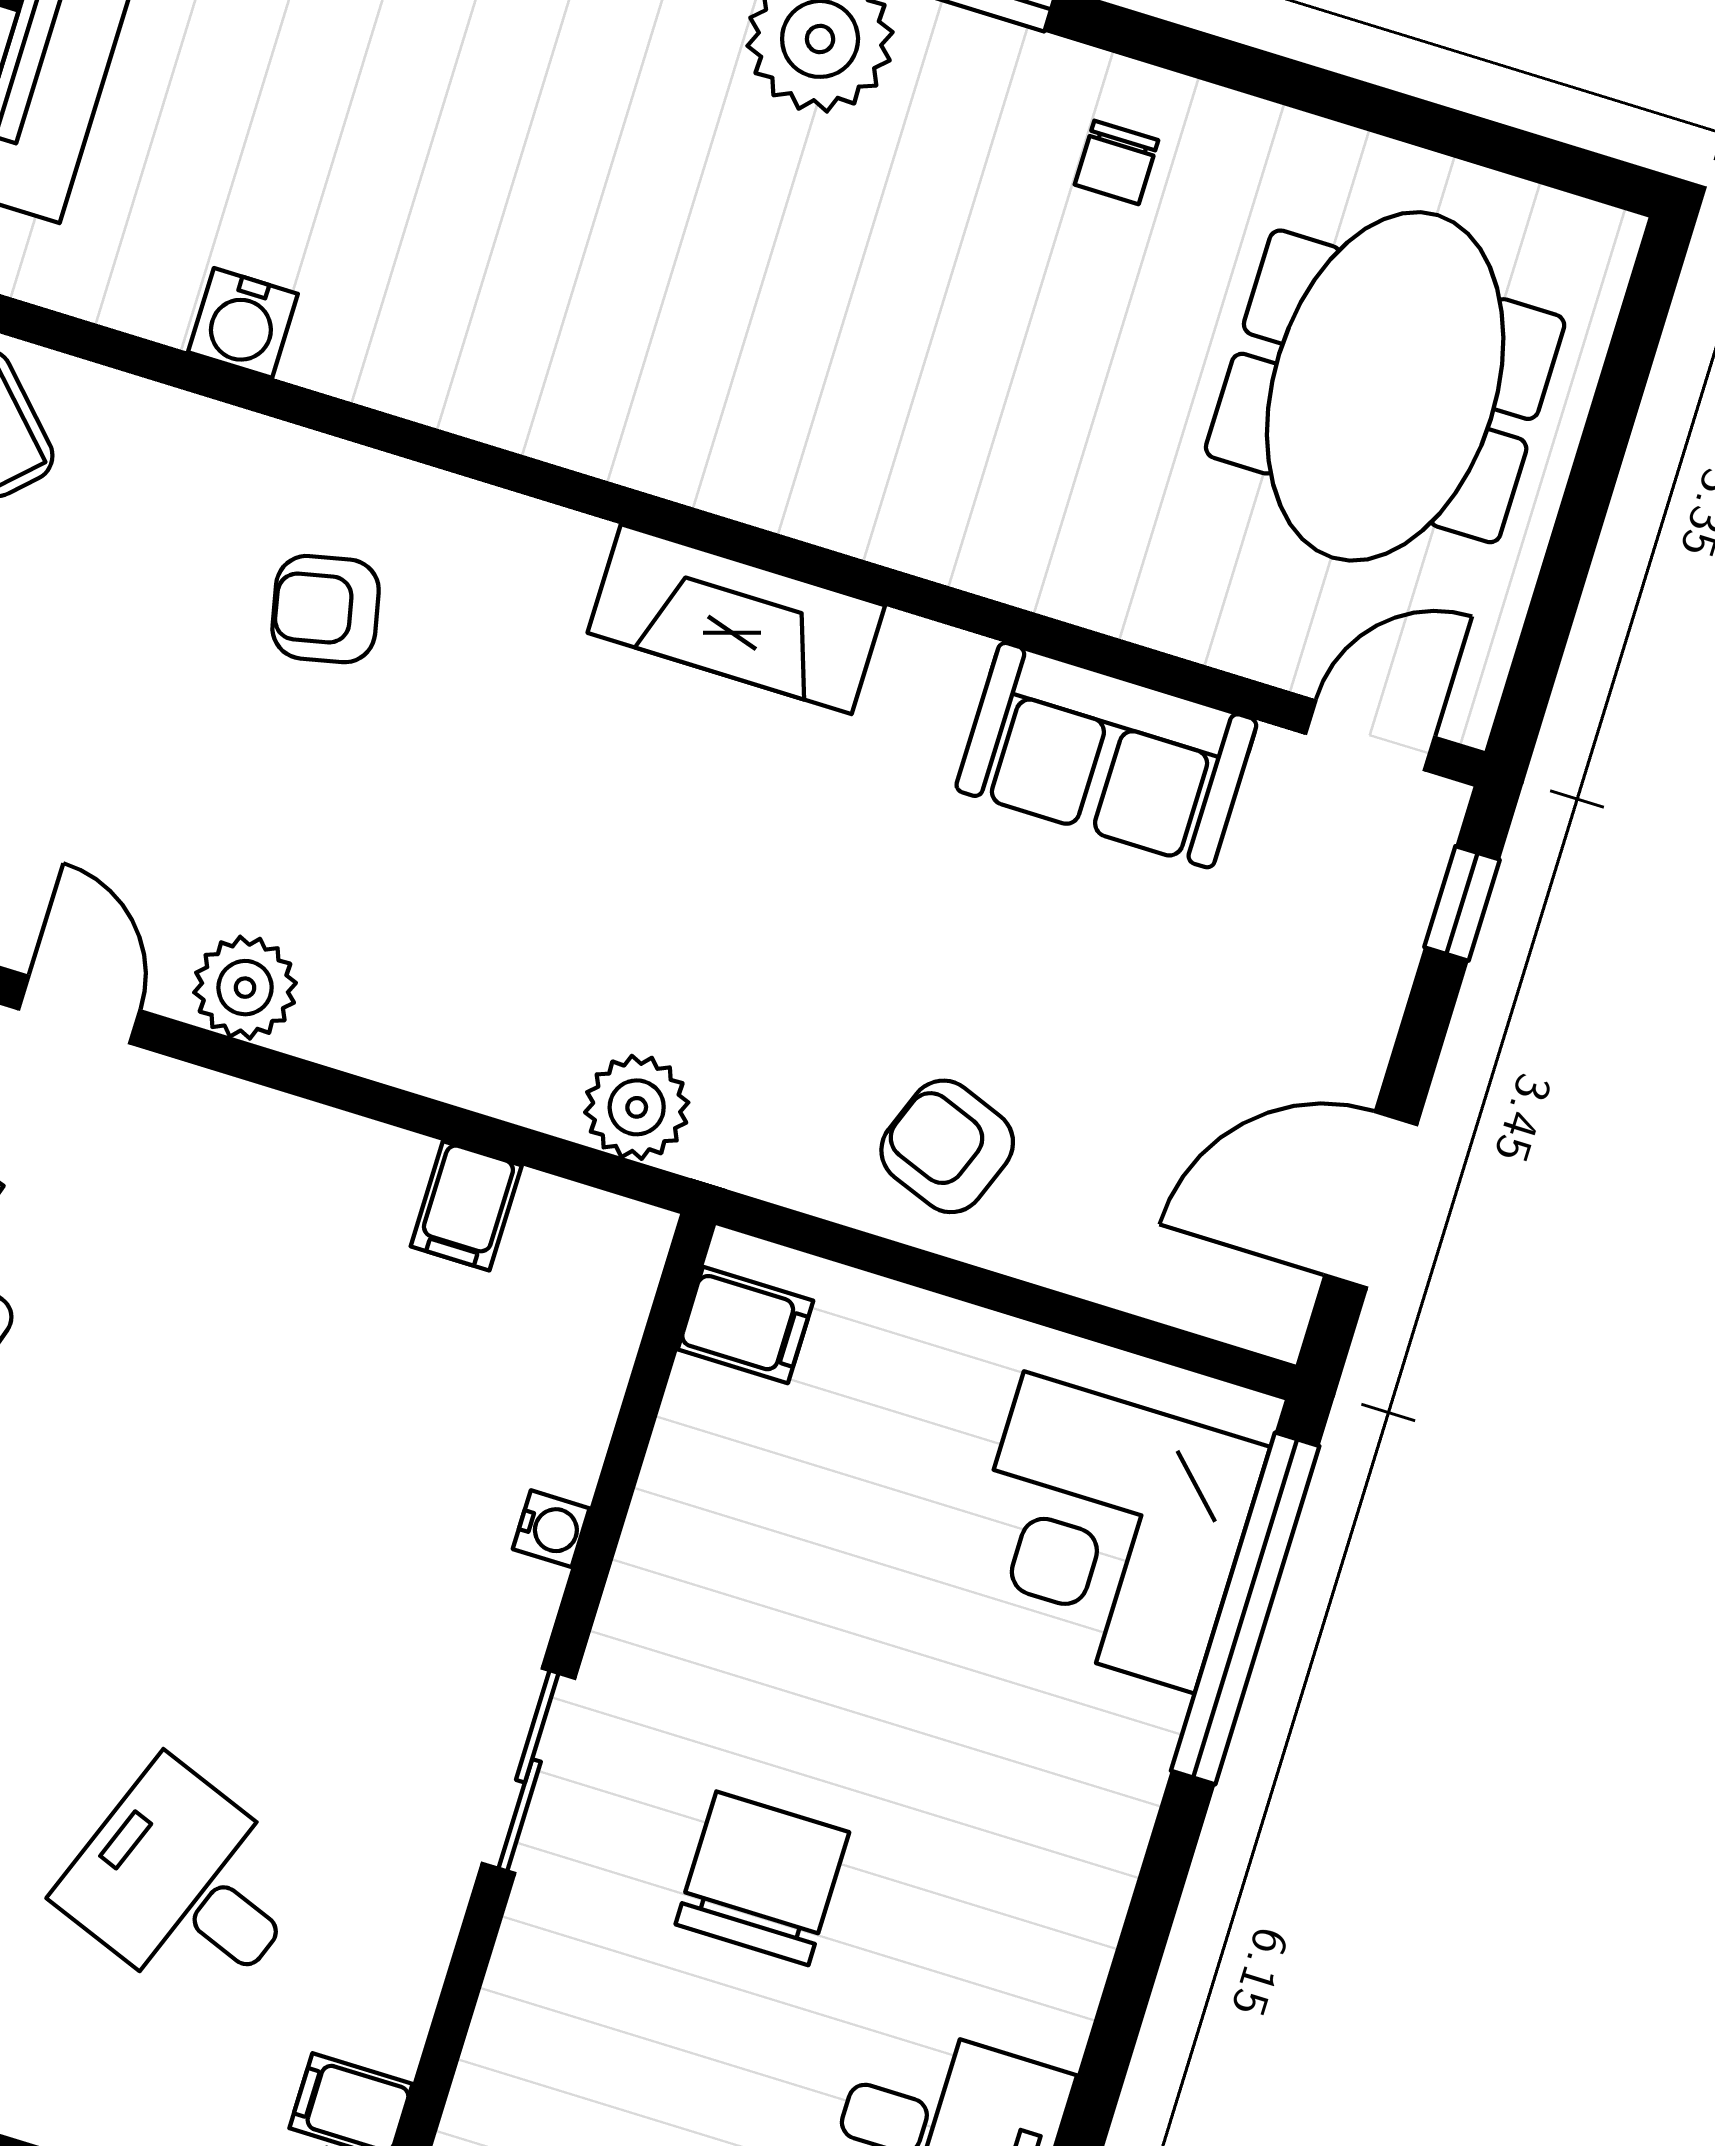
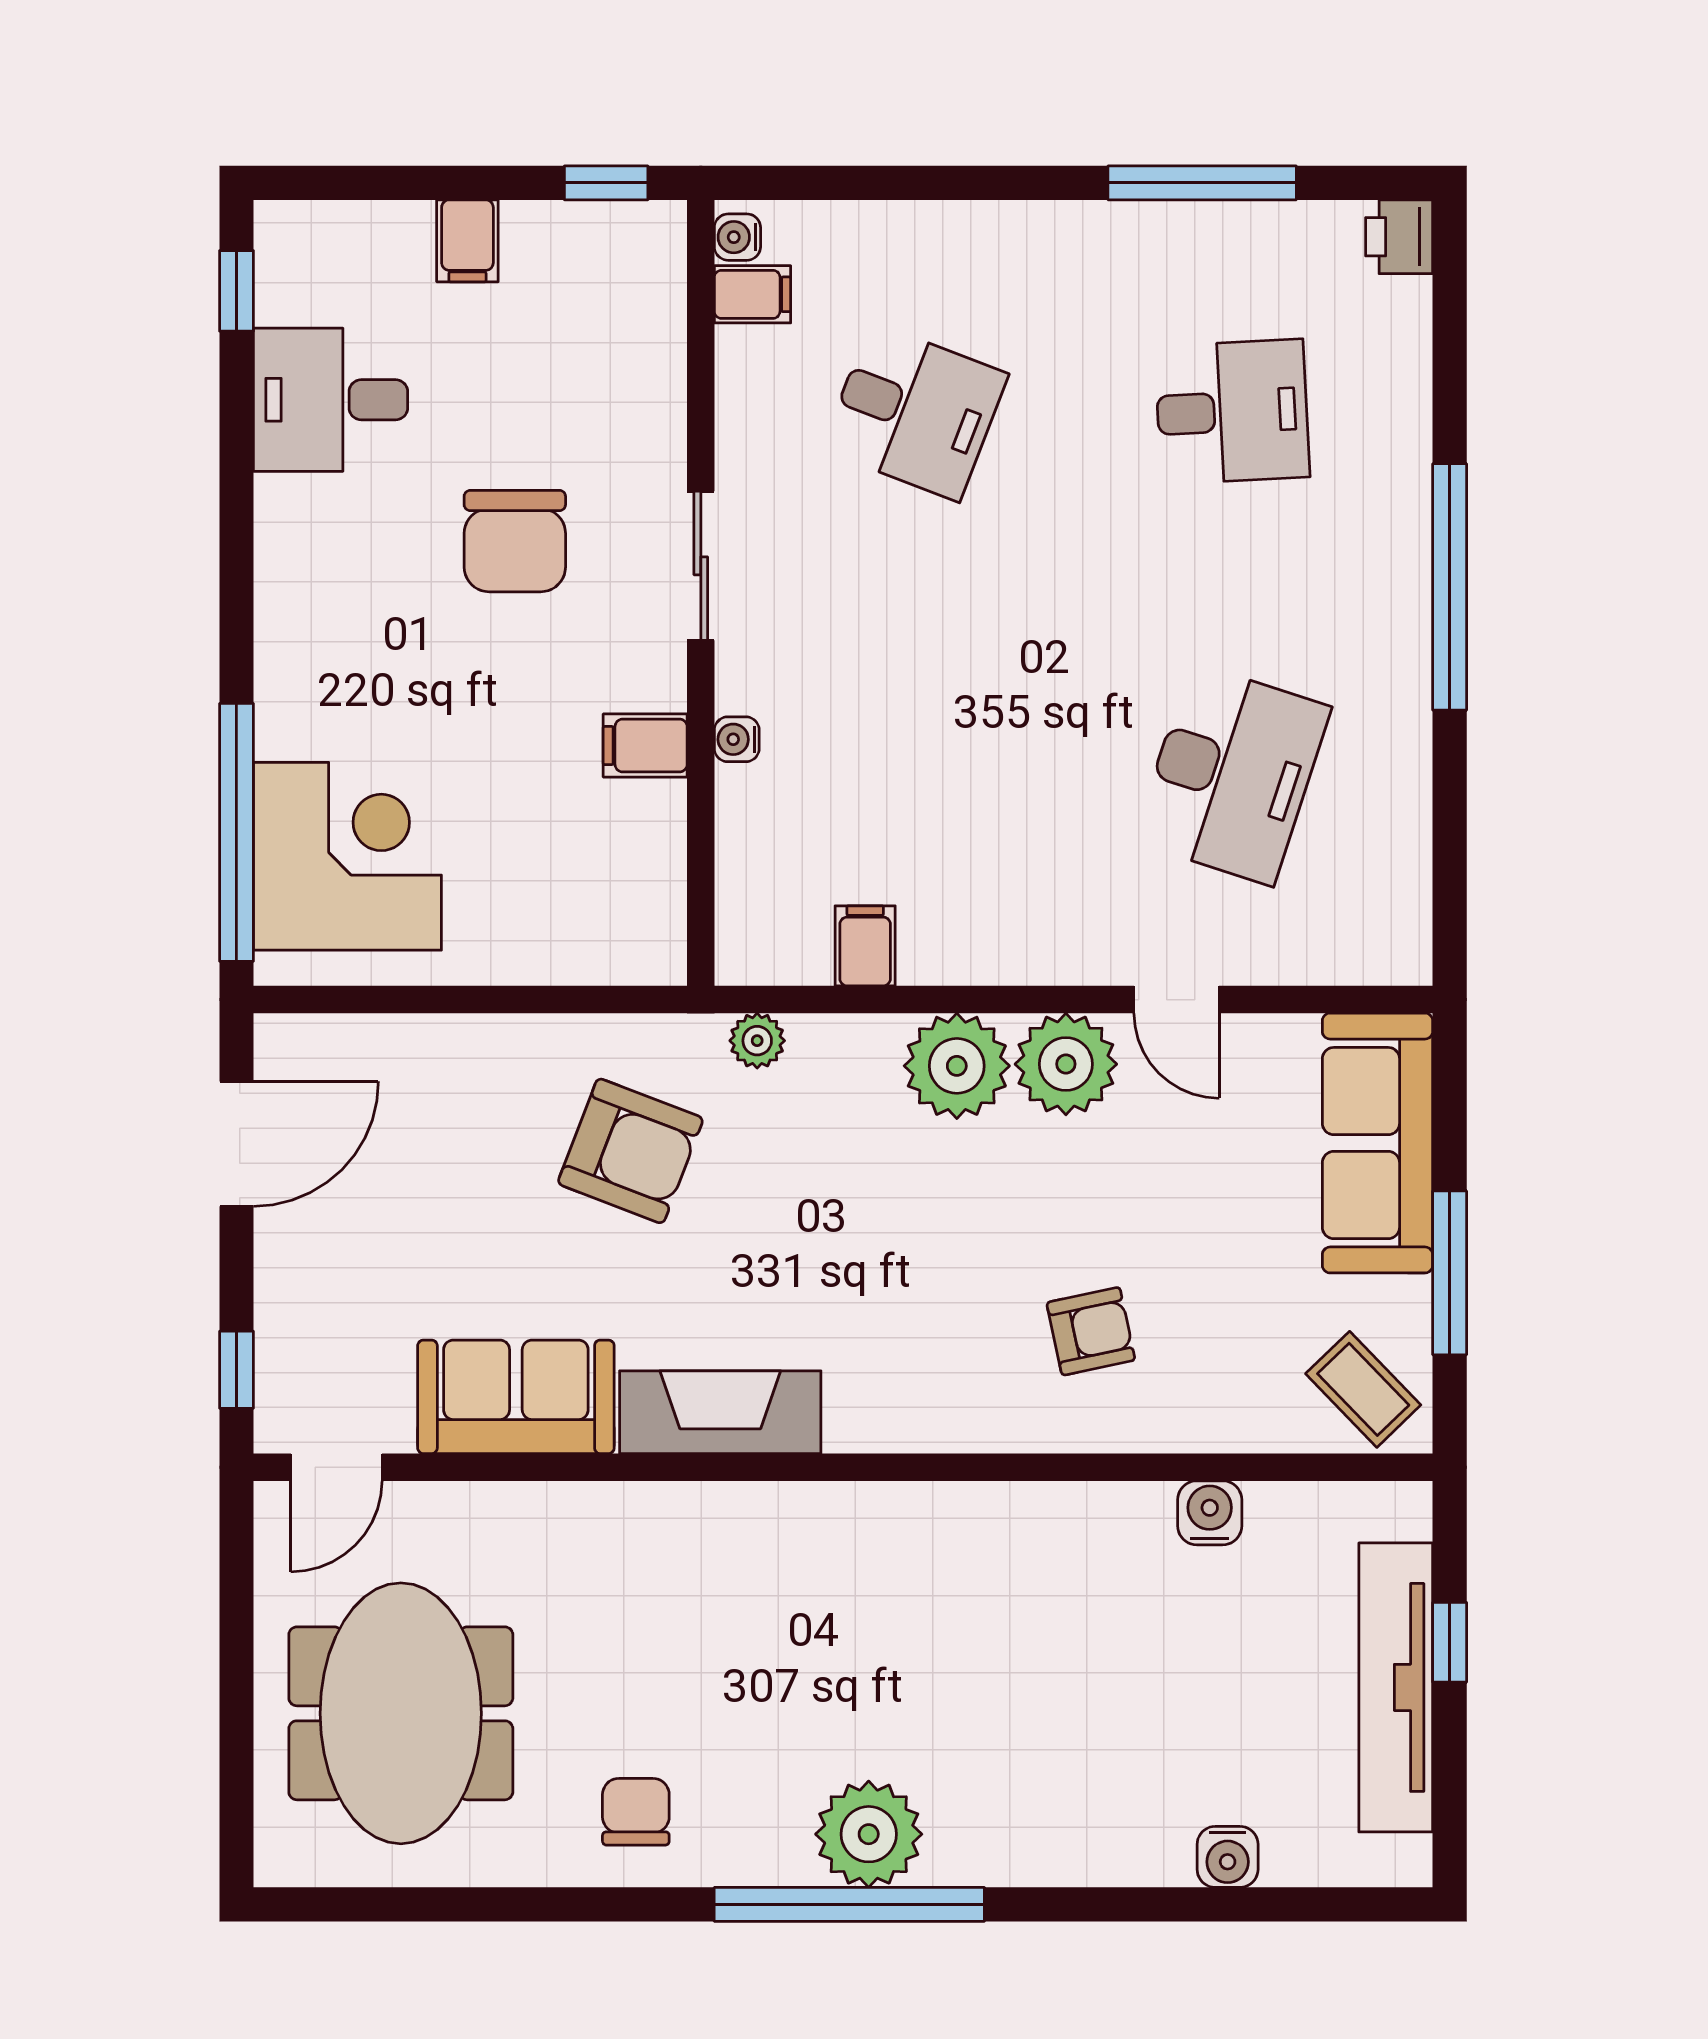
chair: (1116, 162) -> (636, 1812), width x1.37, depth x1.37
fireplace: (736, 619) -> (720, 1412), moved
plant: (245, 988) -> (1066, 1064), width x1.36, depth x1.36
plant: (394, 1011) -> (957, 1066), added
plant: (637, 1107) -> (757, 1041), width x0.73, depth x0.73
armchair: (947, 1146) -> (630, 1151), moved, width x1.38, depth x1.38
filing cabinet: (745, 1325) -> (645, 746), moved

